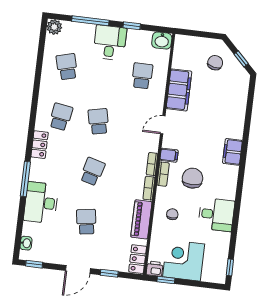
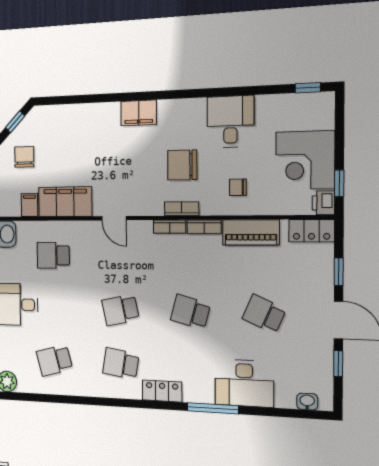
chair: (215, 63) -> (24, 157), turned 78
filing cabinet: (169, 155) -> (30, 205), moved
school desk: (86, 222) -> (264, 314), turned 33
window: (34, 264) -> (338, 364), moved

